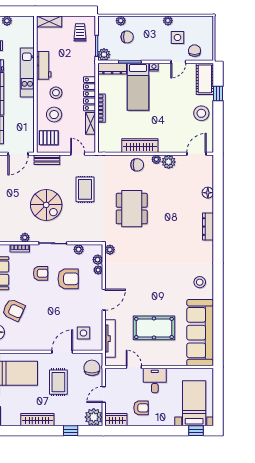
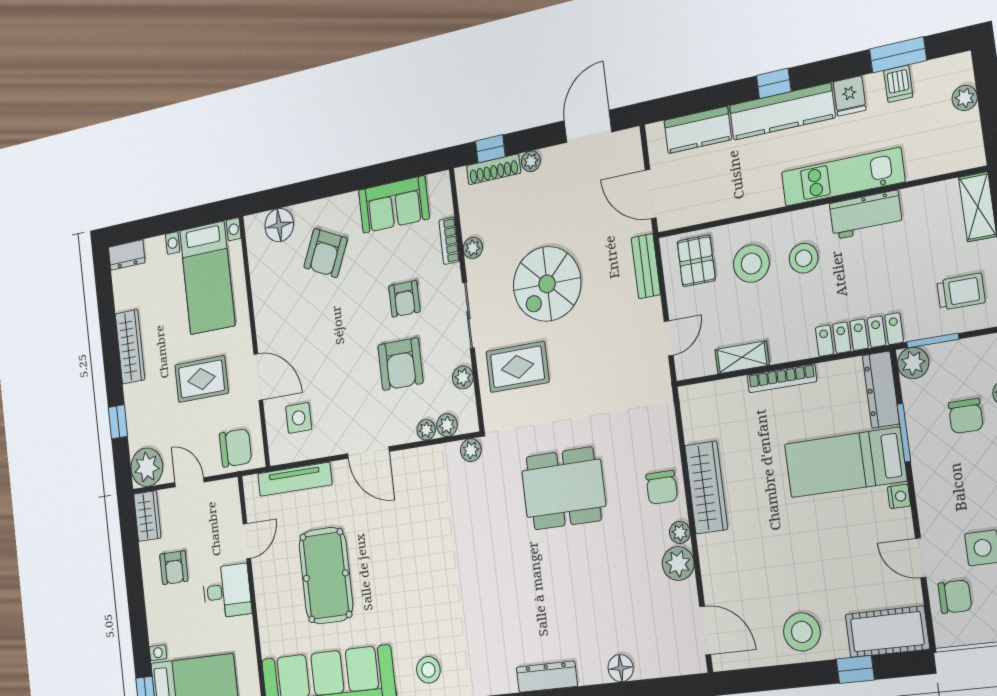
locker: (90, 94) -> (859, 335), moved
rug: (85, 189) -> (517, 367), moved

